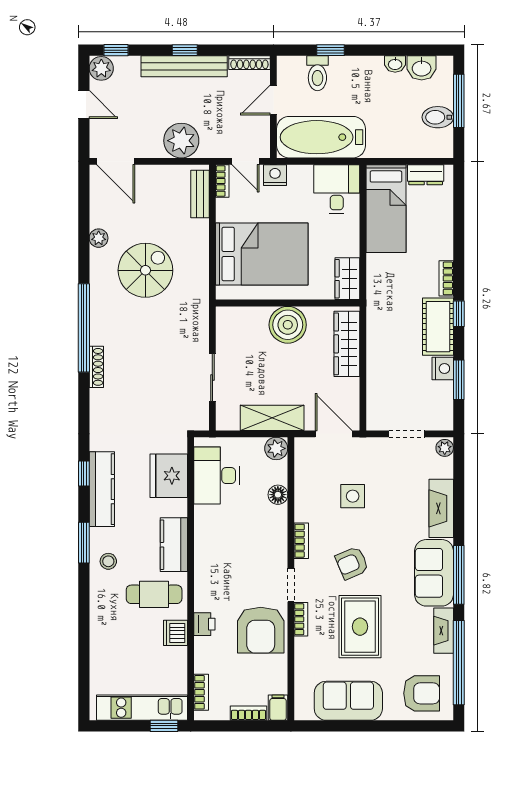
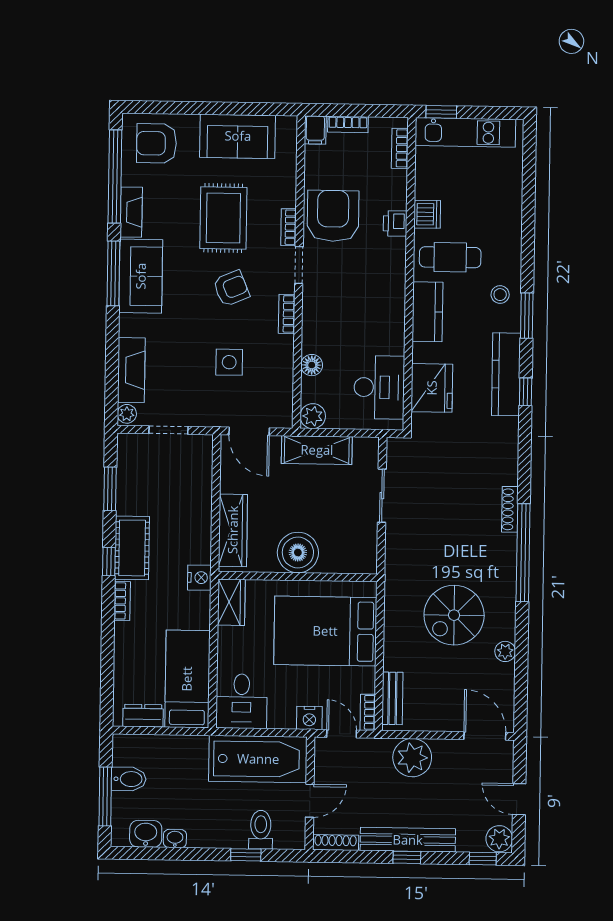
nightstand: (443, 369) -> (199, 578), moved, turned 180
fireplace: (441, 508) -> (131, 370), moved

